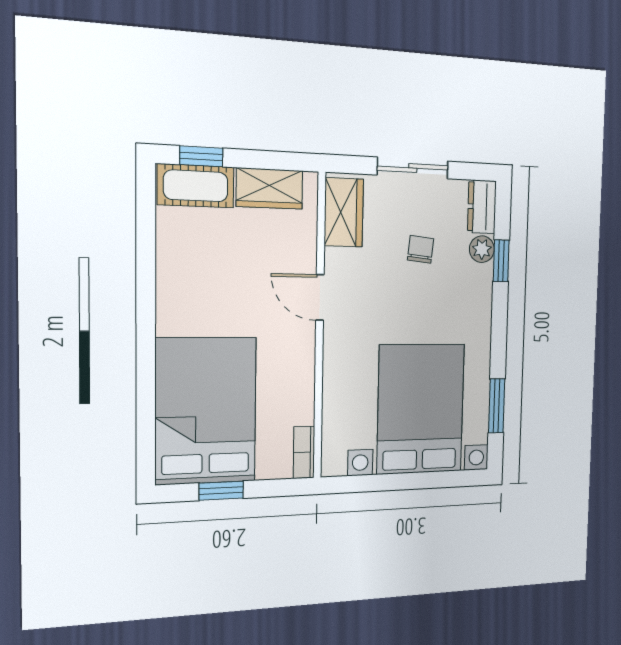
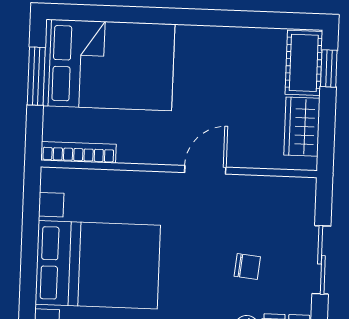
wardrobe: (344, 212) -> (281, 194), removed
bookcase: (304, 452) -> (78, 152), width x1.56
window: (221, 491) -> (36, 76), width x1.50

